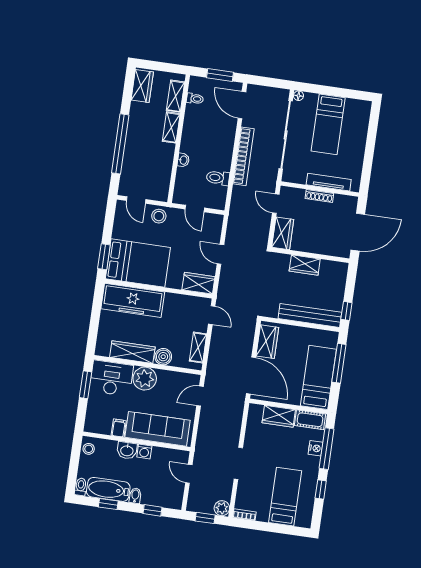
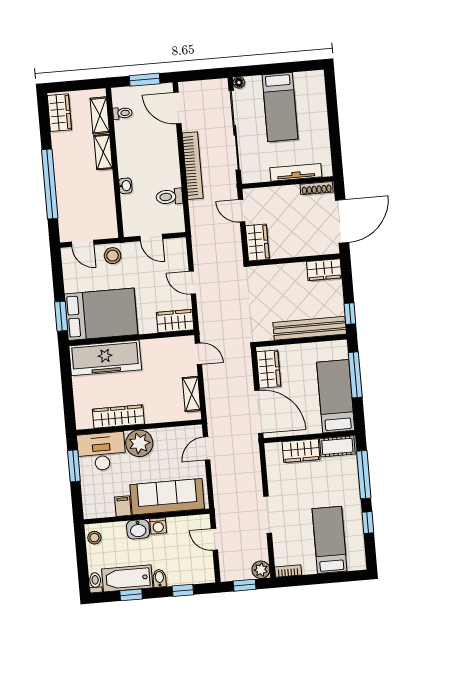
shoe rack: (319, 196) -> (317, 188), moved
wardrobe: (305, 265) -> (324, 270), moved
boiler: (163, 357) -> (155, 414), removed
nightstand: (316, 448) -> (351, 477), removed

